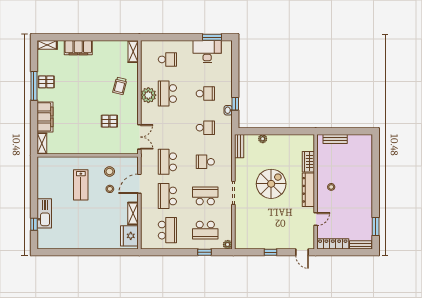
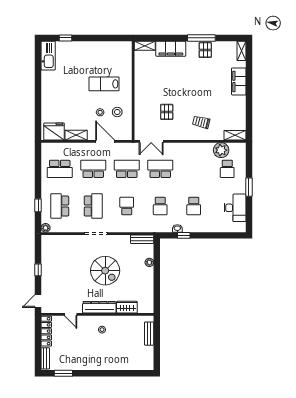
window: (212, 37) -> (249, 187), moved
school desk: (167, 94) -> (160, 169), moved
plant: (148, 95) -> (221, 150), moved
kitchen sink: (44, 213) -> (48, 56), moved, turned -90

